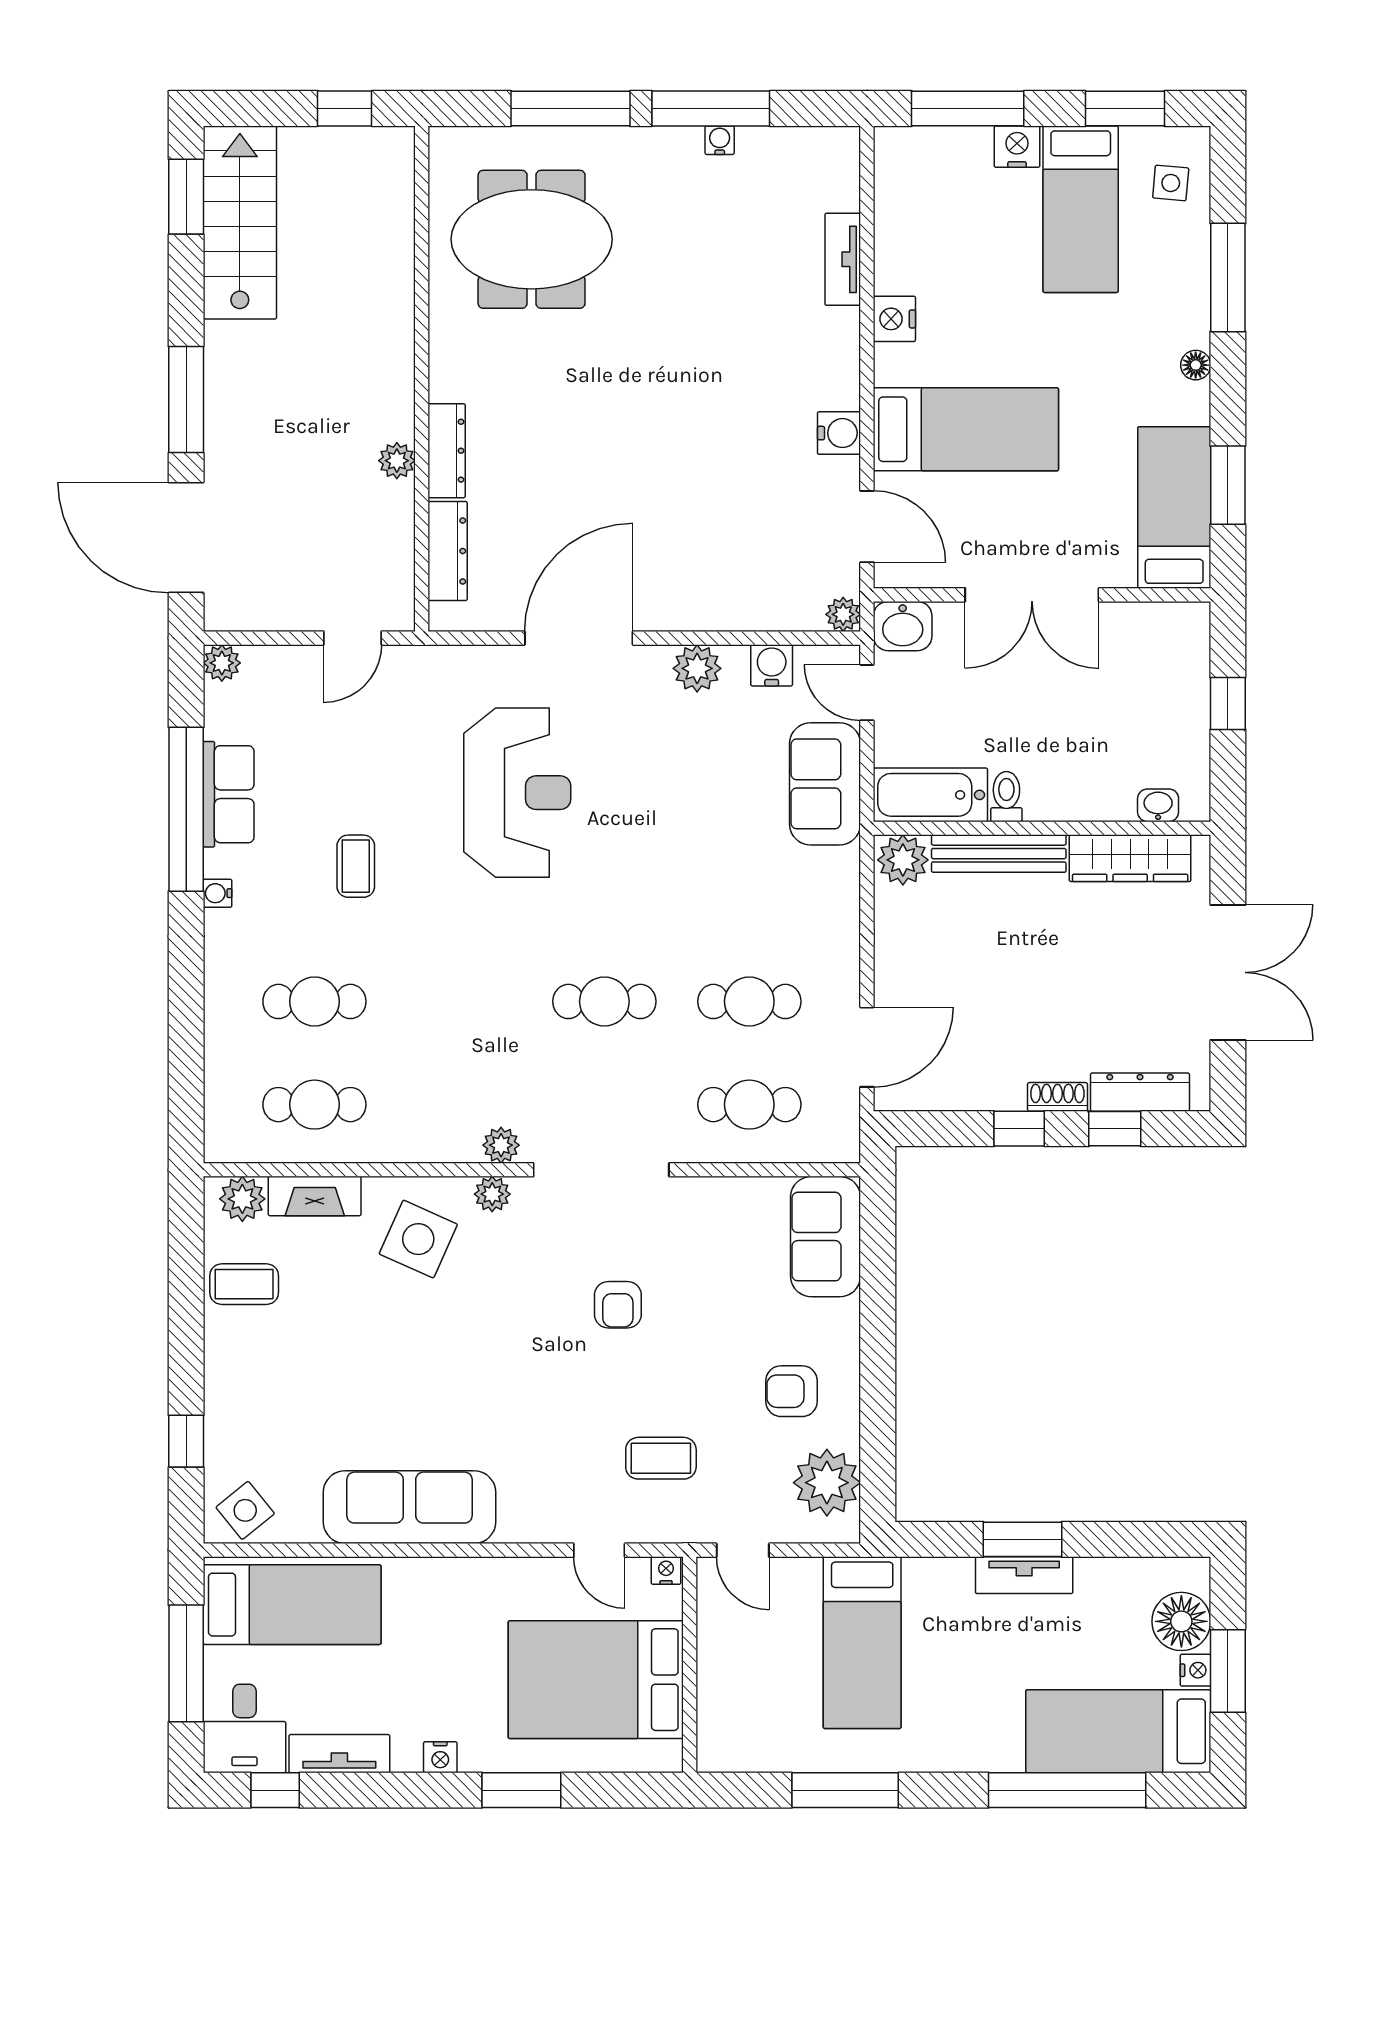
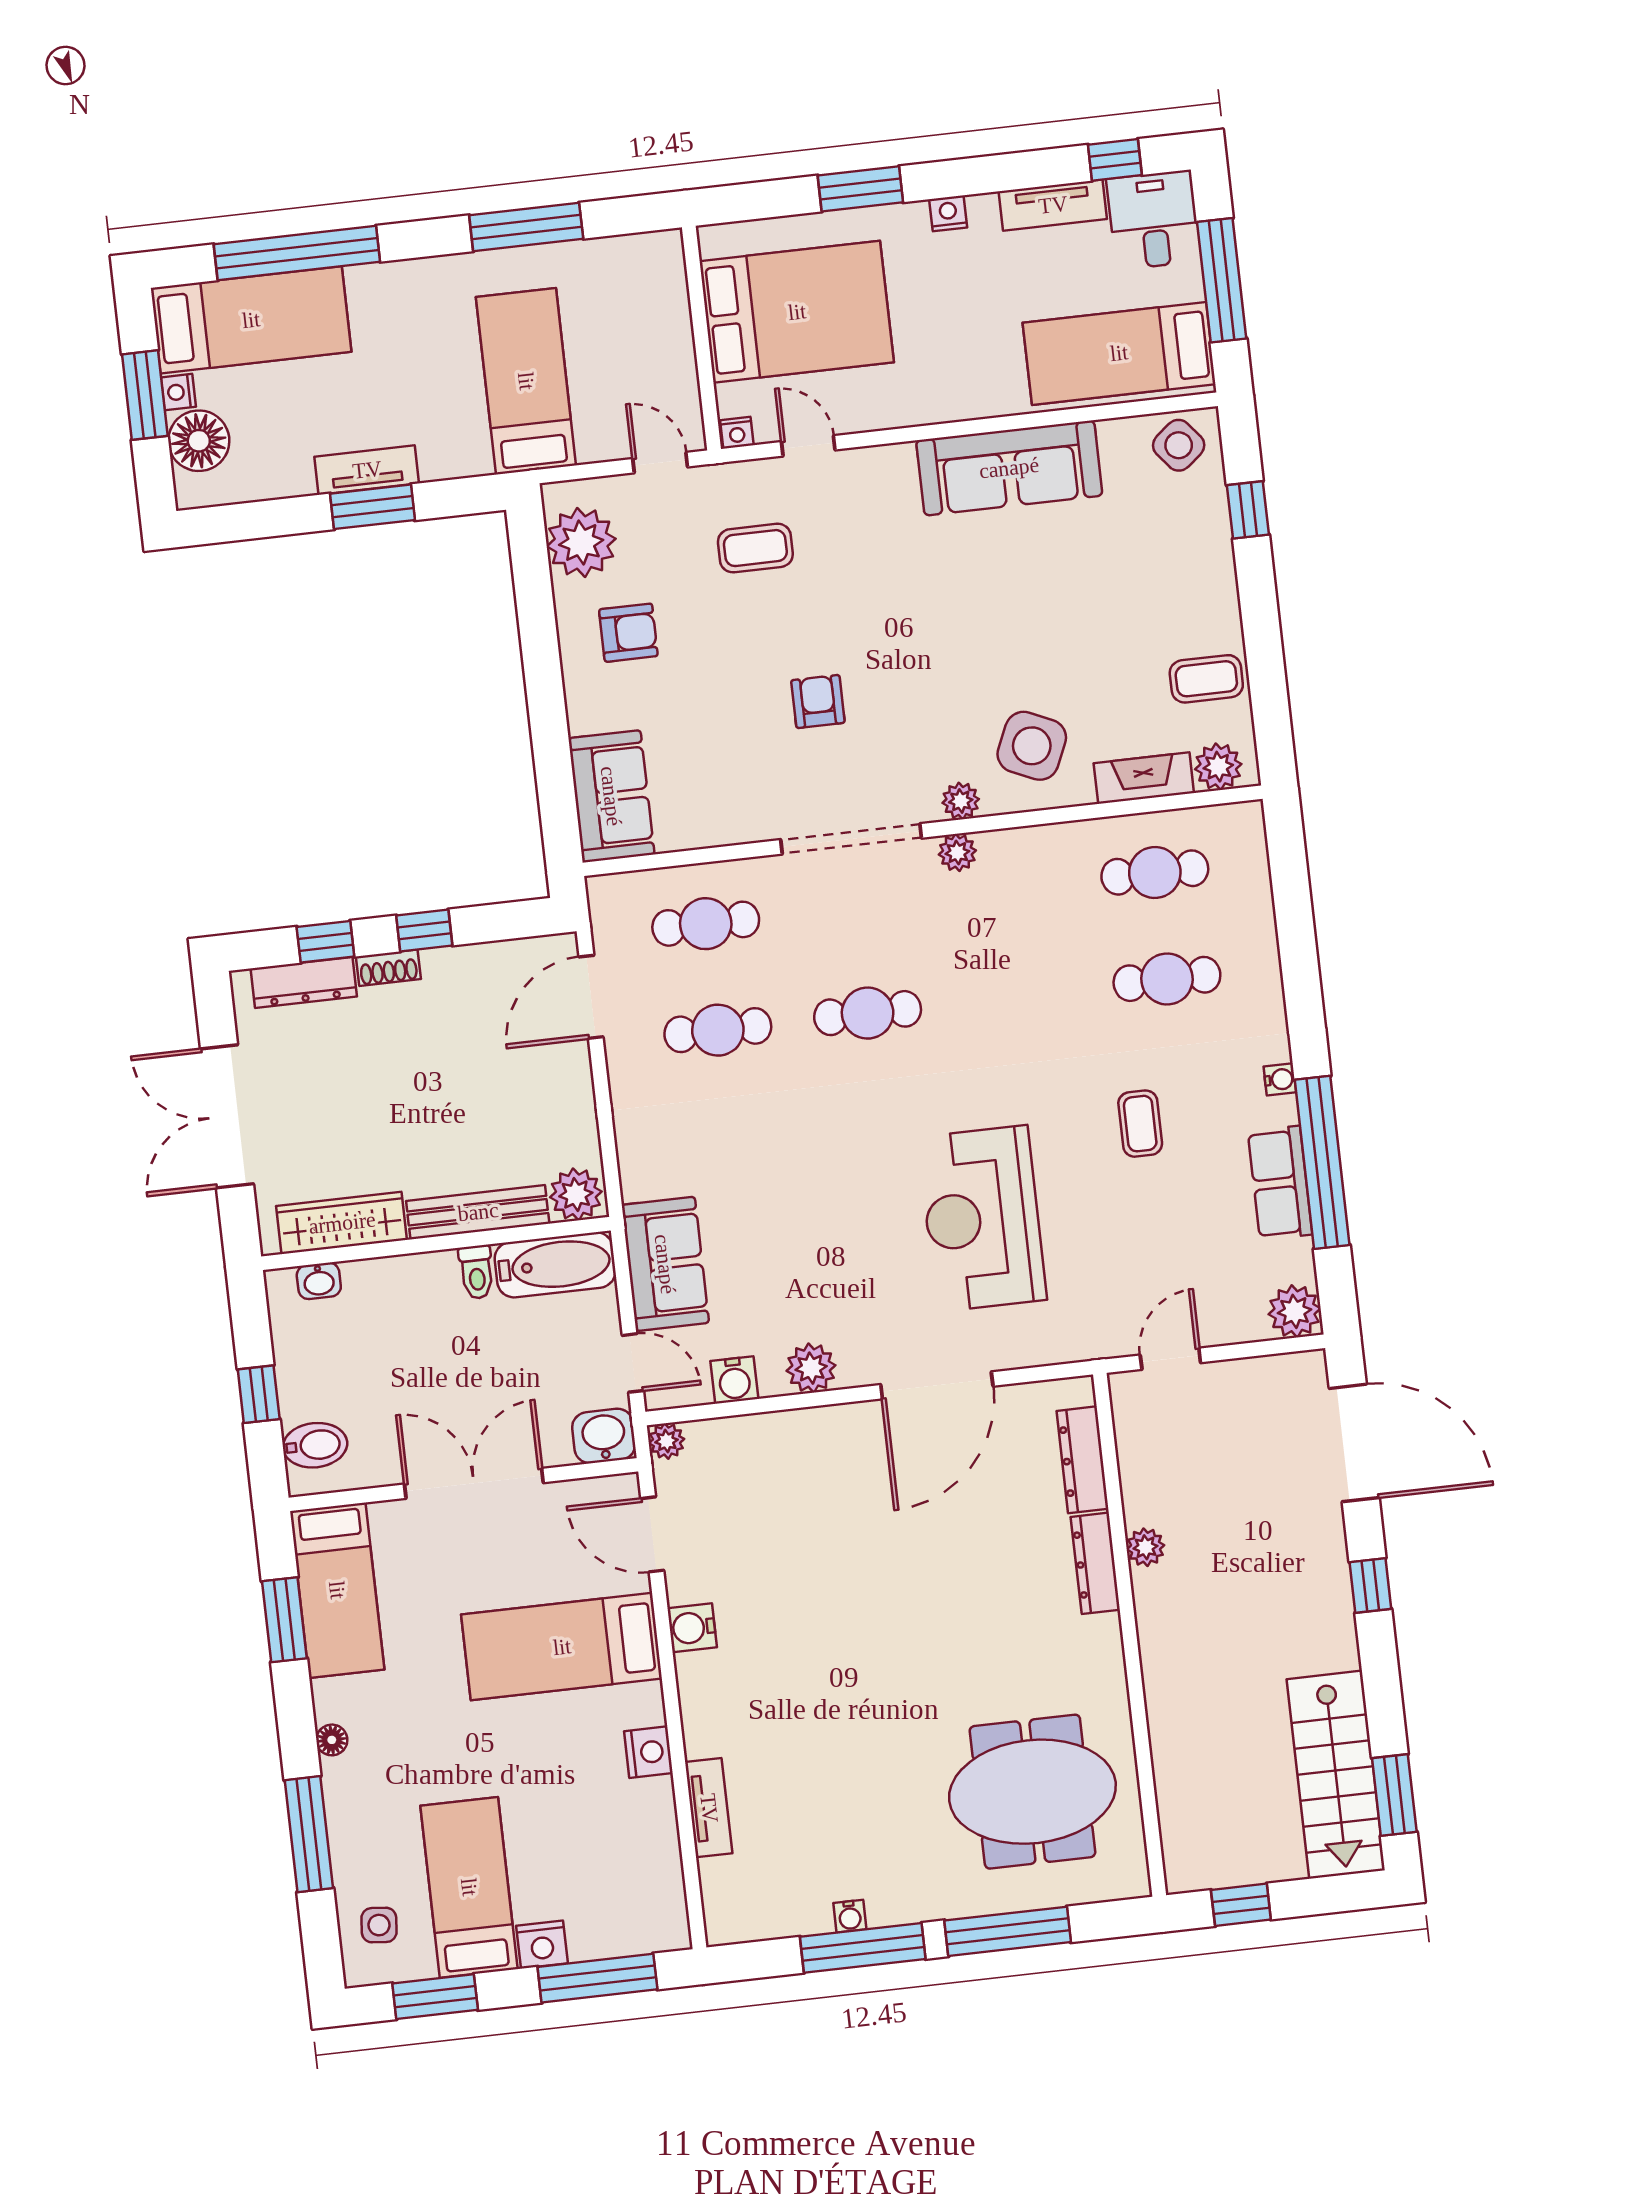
window: (186, 400) -> (1370, 1585), width x0.46
bidet: (1180, 649) -> (315, 1445), added
plant: (222, 663) -> (1295, 1311), width x1.38, depth x1.38

